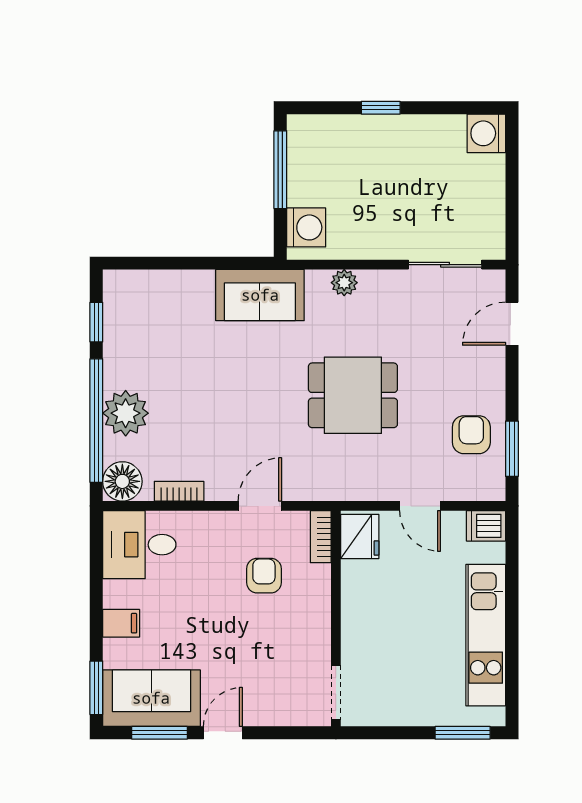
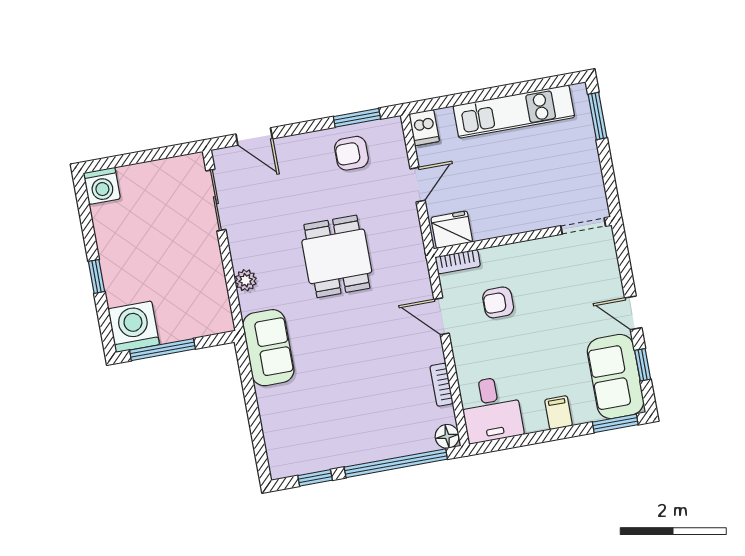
washing machine: (306, 227) -> (134, 327), moved, width x1.37, depth x1.37
plant: (126, 413) -> (385, 440), removed
floor lamp: (122, 481) -> (447, 436), width x0.73, depth x0.73
window: (160, 733) -> (643, 365), width x0.67

